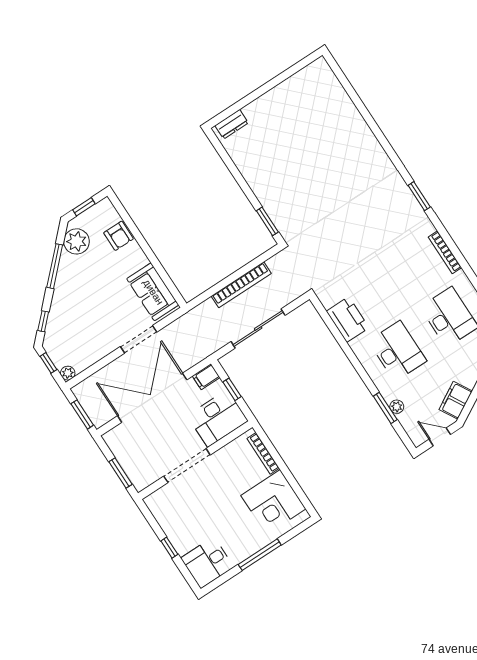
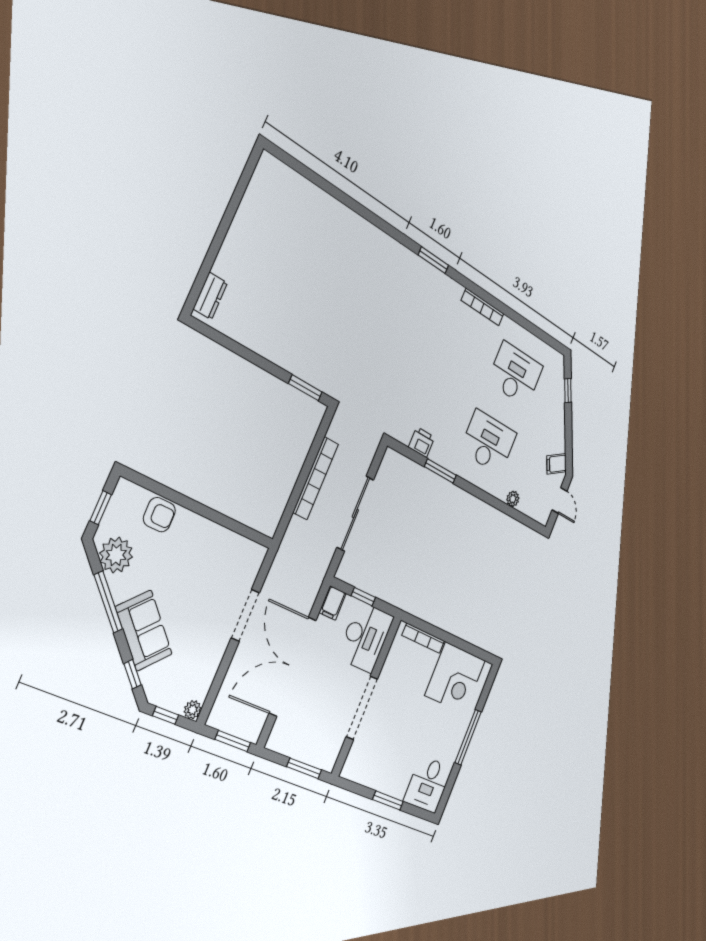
sofa: (153, 292) -> (144, 631), moved, turned -135
printer: (348, 319) -> (422, 442), width x0.53, depth x0.68
filing cabinet: (456, 400) -> (557, 464), width x0.50
window: (385, 408) -> (440, 471), moved
door: (440, 437) -> (559, 500), swing flipped
window: (169, 548) -> (388, 800), width x1.50

